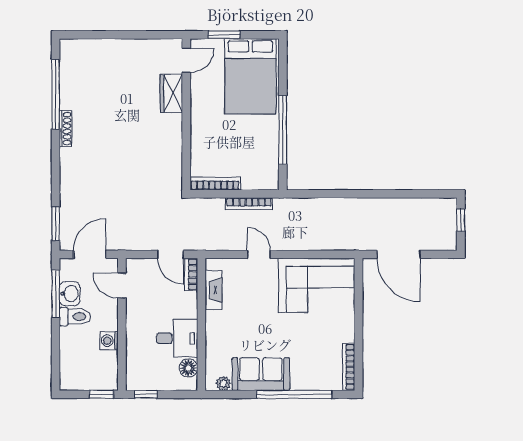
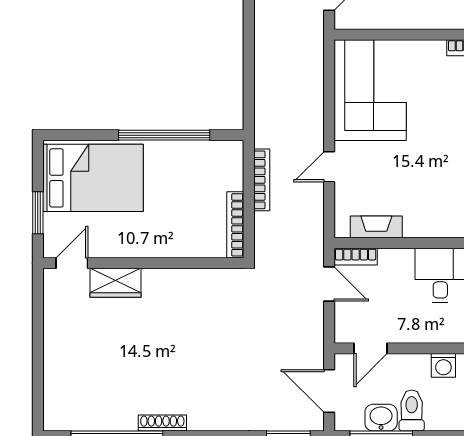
door: (186, 60) -> (72, 263), hinge flipped
door: (170, 254) -> (329, 284), hinge flipped

